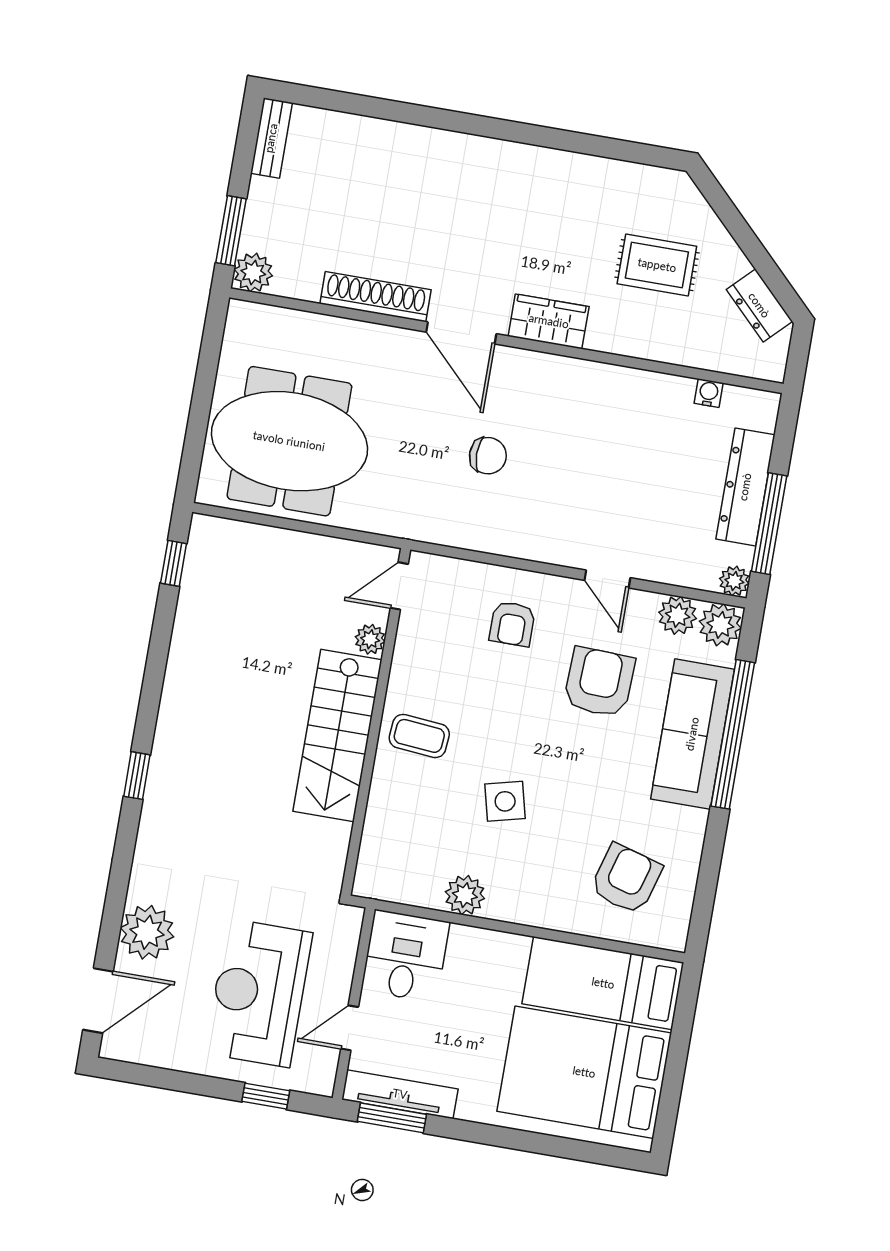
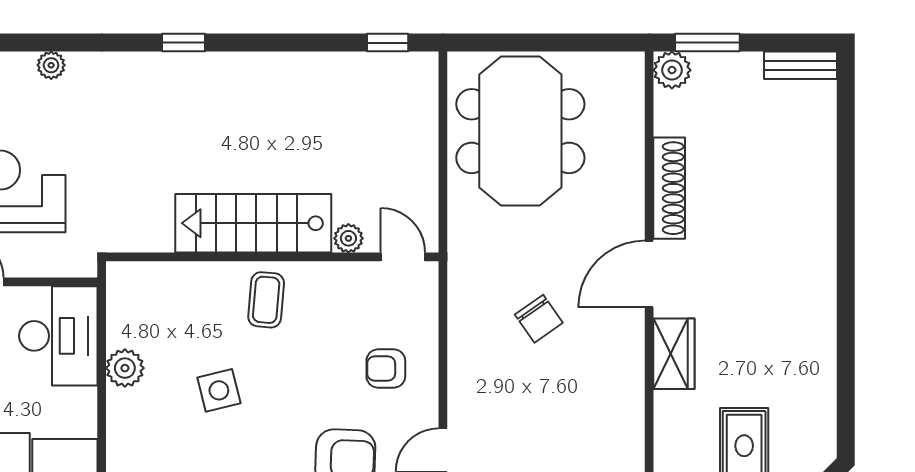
chair: (488, 456) -> (539, 319), turned -35
plant: (147, 932) -> (51, 65), width x0.53, depth x0.53
desk: (405, 956) -> (58, 336), width x1.37

